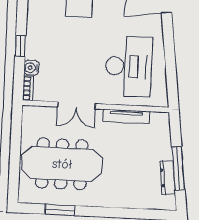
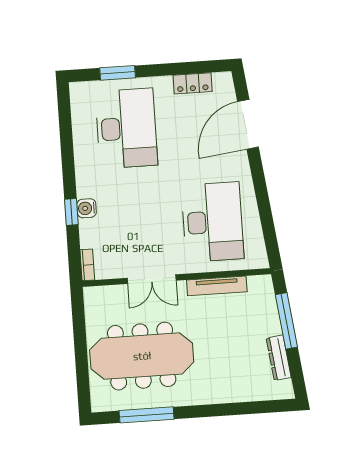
water cooler: (31, 68) -> (87, 208), moved
window: (178, 168) -> (286, 321), moved
window: (60, 210) -> (147, 415), width x1.44

